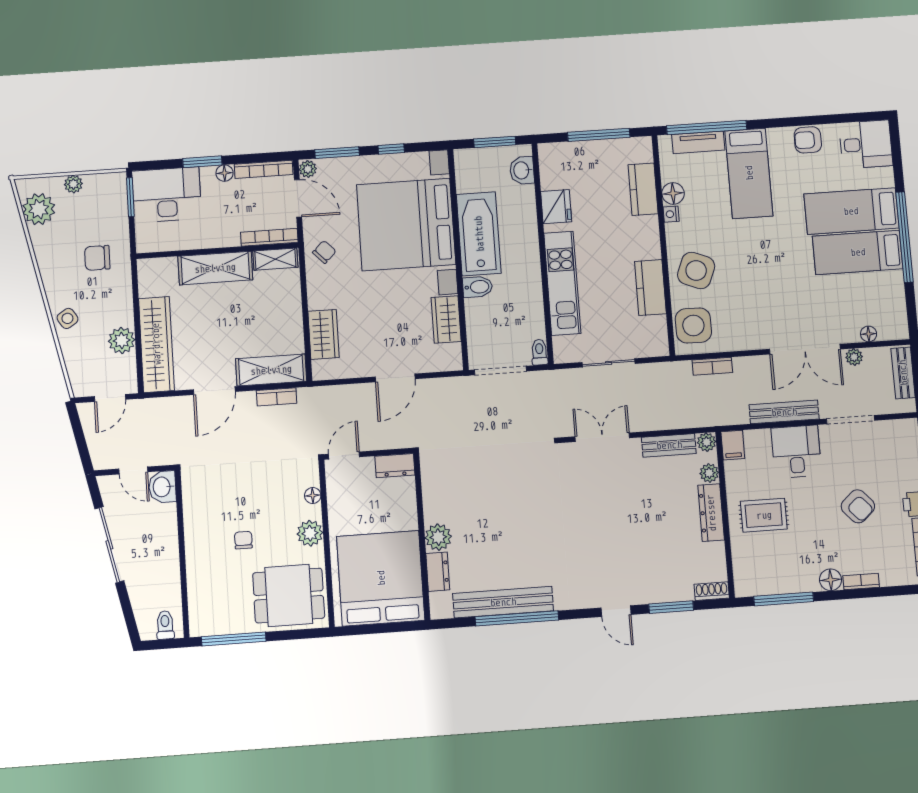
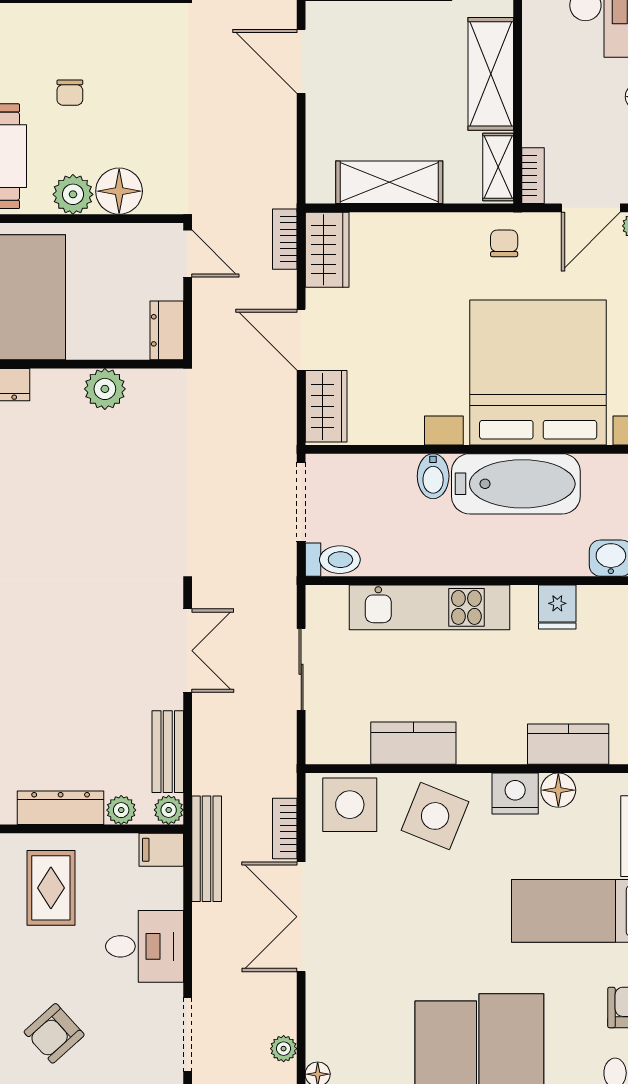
fridge: (556, 207) -> (557, 607), width x0.72
nightstand: (671, 214) -> (515, 794), width x1.89, depth x1.79
bookcase: (269, 237) -> (533, 176), width x0.64
chair: (324, 252) -> (504, 243), turned -136
wardrobe: (446, 319) -> (326, 406), moved, turned 90
wardrobe: (323, 334) -> (327, 250), moved, turned -90
double door: (805, 349) -> (301, 917), moved
toilet: (539, 352) -> (333, 560), width x1.37, depth x1.39
shelving: (271, 370) -> (389, 182), moved, turned 90
bookcase: (277, 397) -> (285, 239), moved
bench: (784, 412) -> (207, 849), moved
floor lamp: (313, 496) -> (119, 191), width x1.89, depth x1.89
plant: (438, 537) -> (105, 389), moved
chair: (243, 540) -> (70, 93), turned 90

